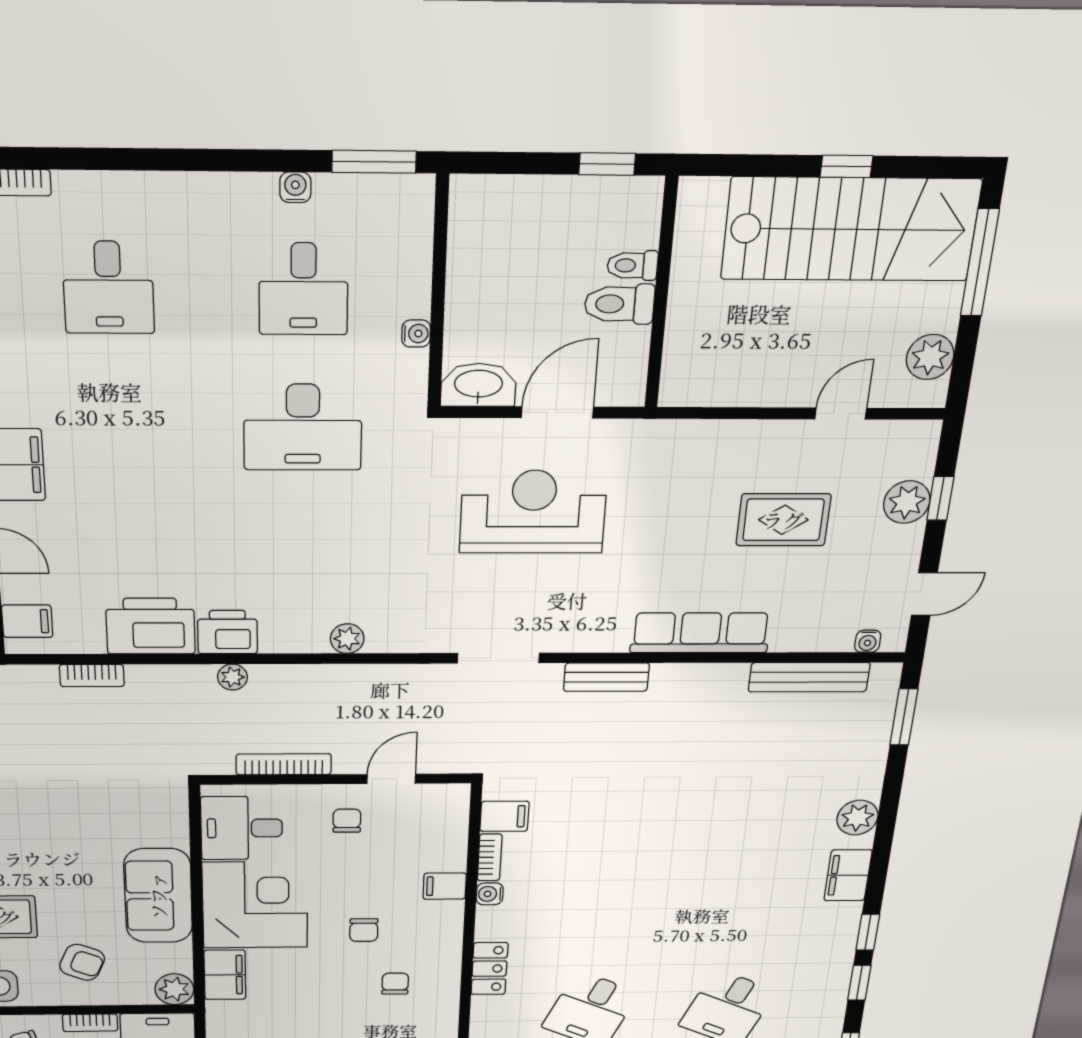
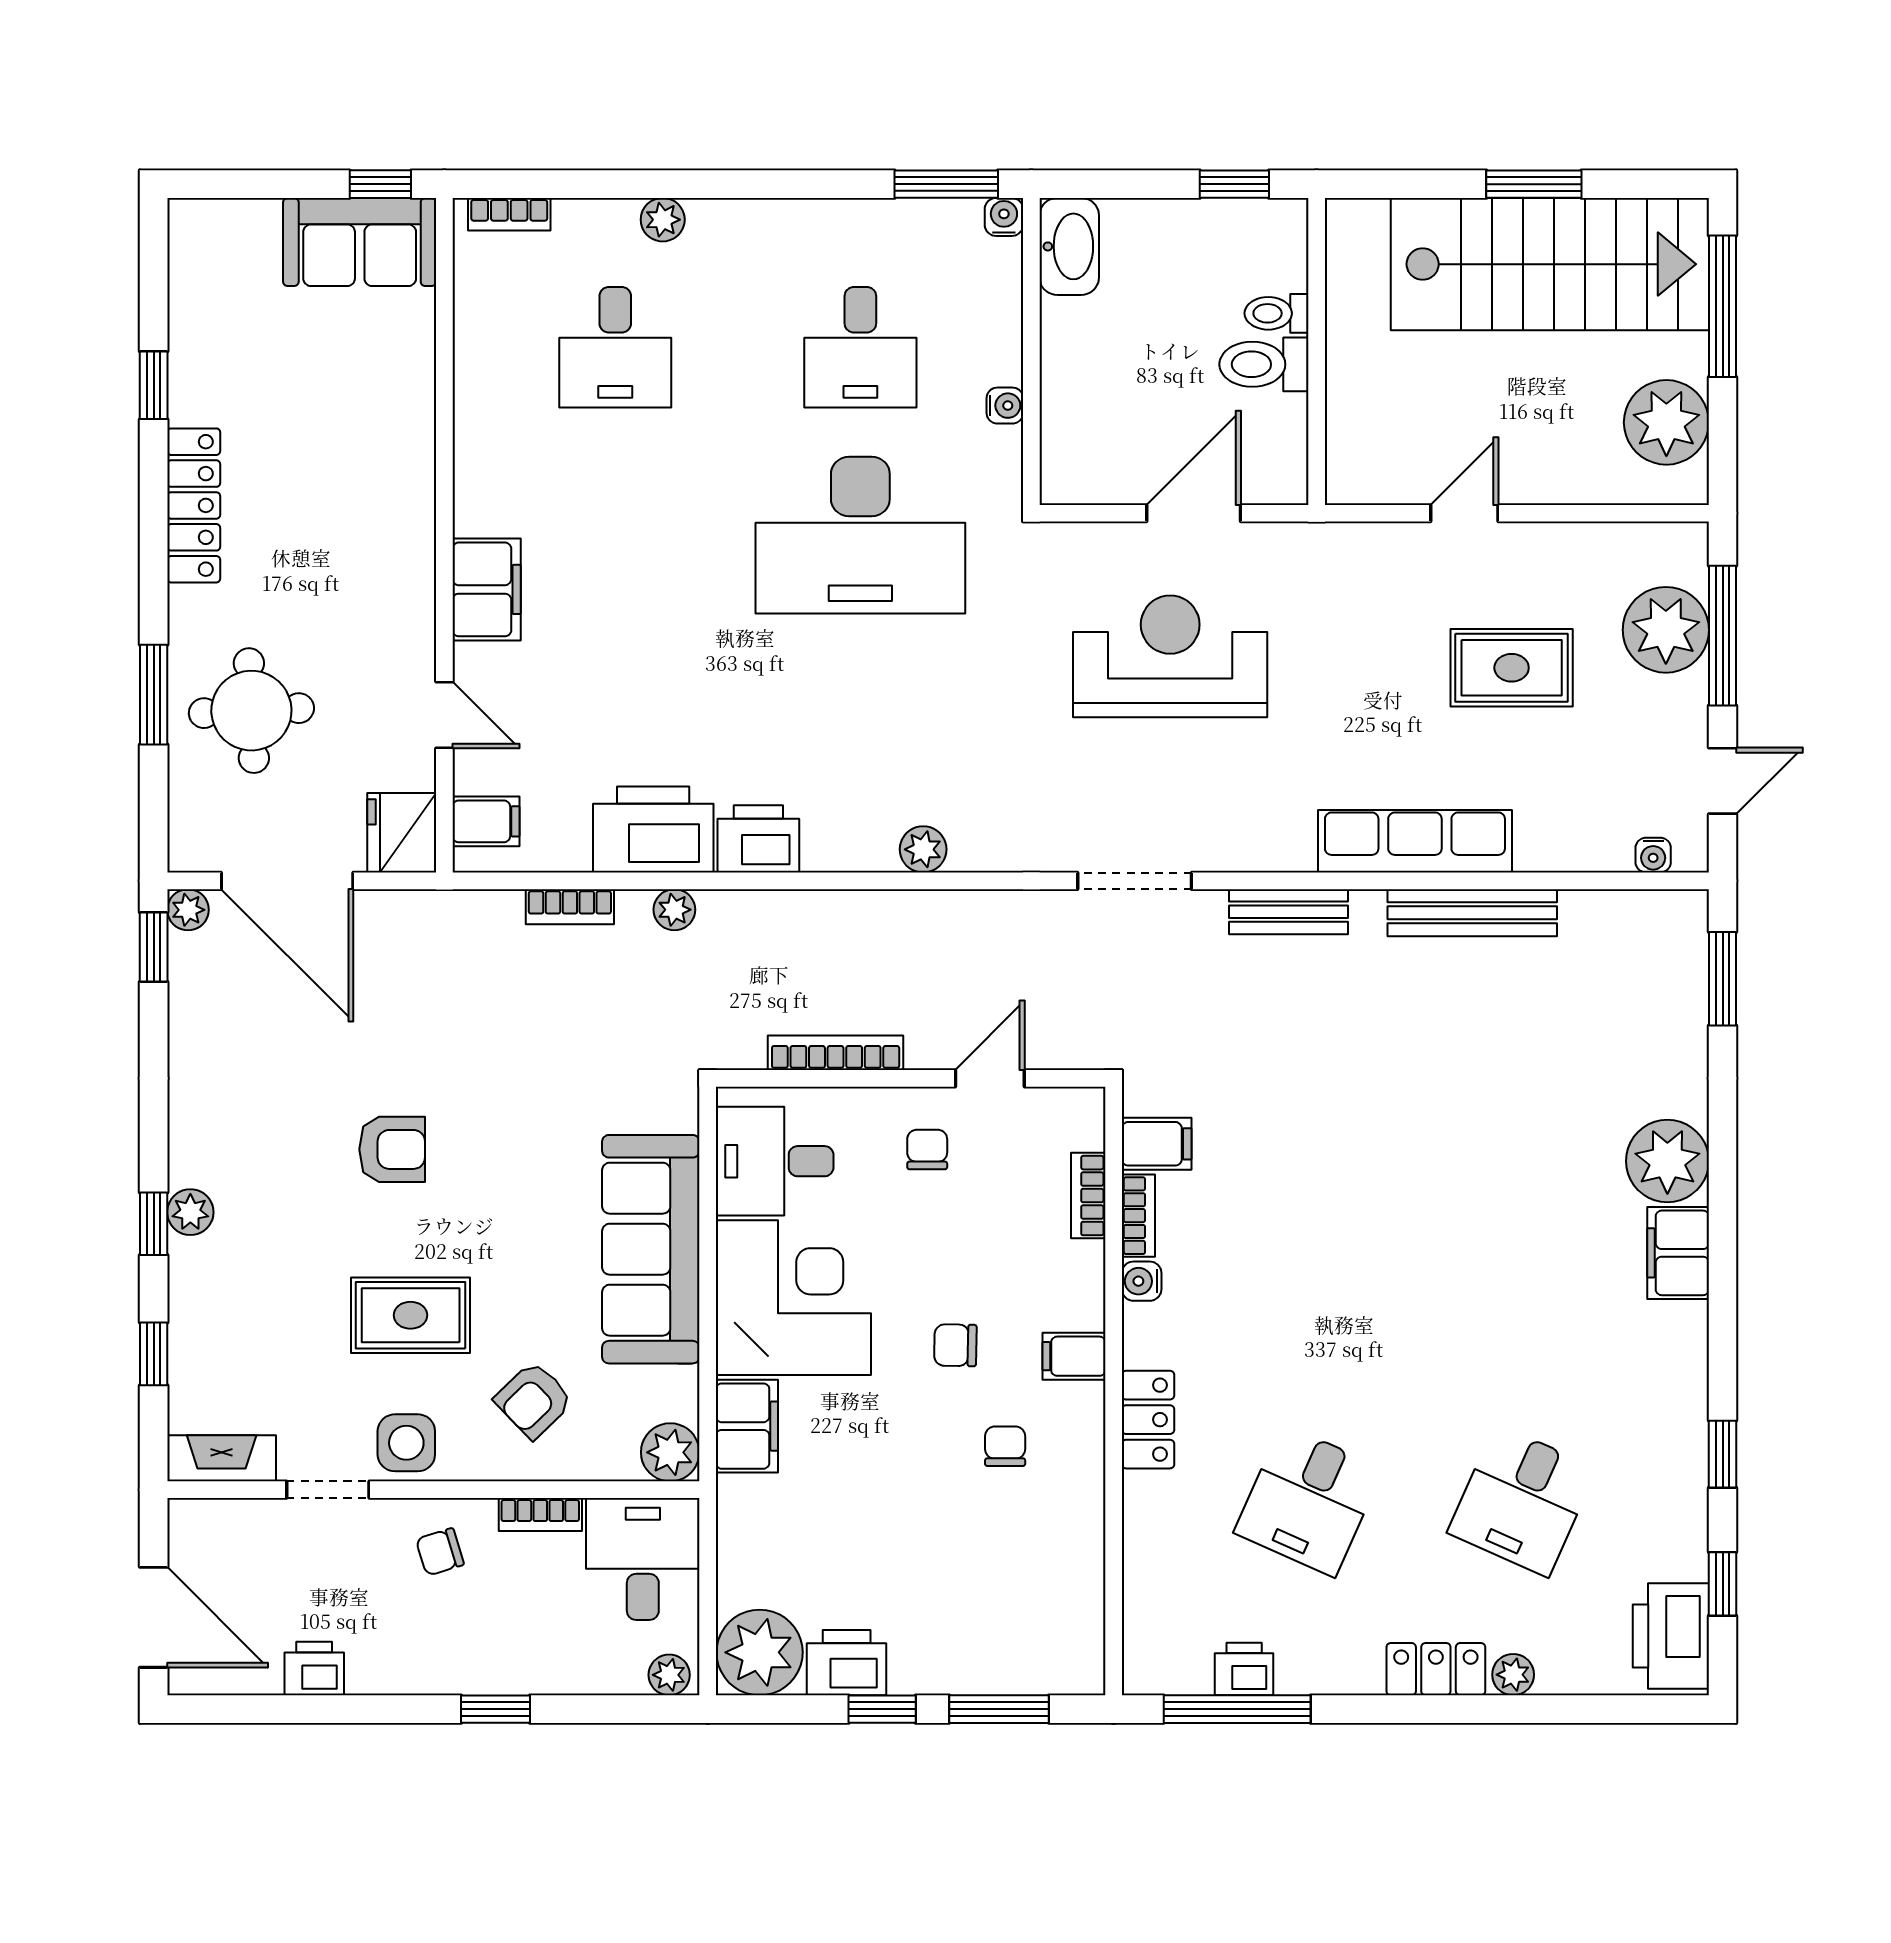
window: (846, 166) -> (1534, 184), width x1.50
water cooler: (295, 187) -> (1004, 217), moved
plant: (143, 188) -> (663, 220), added
plant: (930, 357) -> (1666, 422), width x1.36, depth x1.36
washbasin: (478, 385) -> (1069, 246), moved, turned 90
door: (841, 414) -> (1464, 513), moved
desk: (303, 427) -> (860, 535), width x1.36, depth x1.30
window: (940, 498) -> (1723, 636), width x2.17
plant: (907, 502) -> (1666, 630), width x1.36, depth x1.36
plant: (233, 677) -> (674, 910), moved
bench: (809, 677) -> (1472, 913), moved
plant: (857, 818) -> (1667, 1161), width x1.36, depth x1.36
bookcase: (456, 846) -> (1088, 1196), added
filing cabinet: (445, 886) -> (1074, 1356), moved
sofa: (158, 896) -> (651, 1249), width x1.36
chair: (364, 930) -> (955, 1345), turned 91
window: (868, 932) -> (1723, 1358), removed
armchair: (82, 962) -> (534, 1400), turned 113

